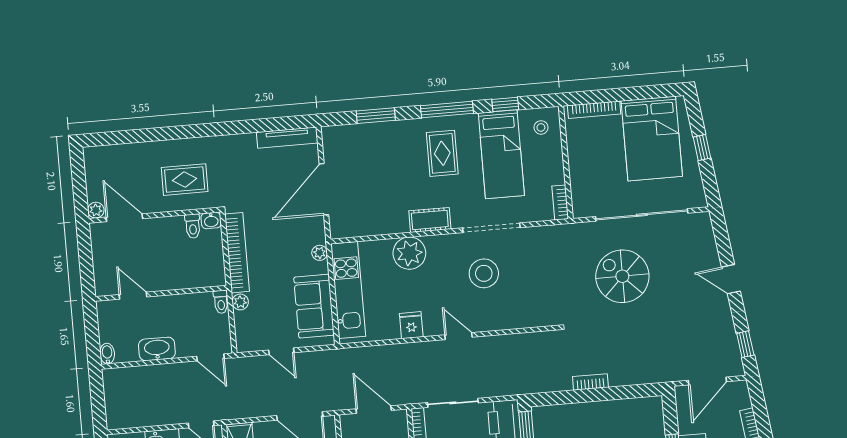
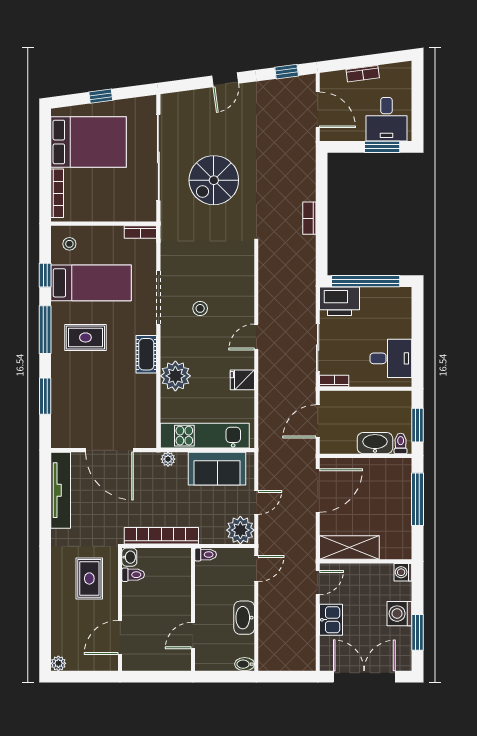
tv unit: (287, 138) -> (61, 490), width x1.36, depth x1.29
plant: (96, 210) -> (58, 663), moved
stool: (484, 273) -> (200, 308), width x0.53, depth x0.53
plant: (240, 302) -> (240, 530), moved, width x1.87, depth x1.87

